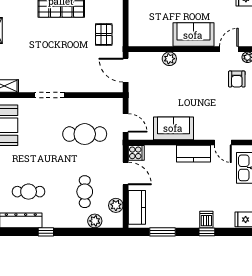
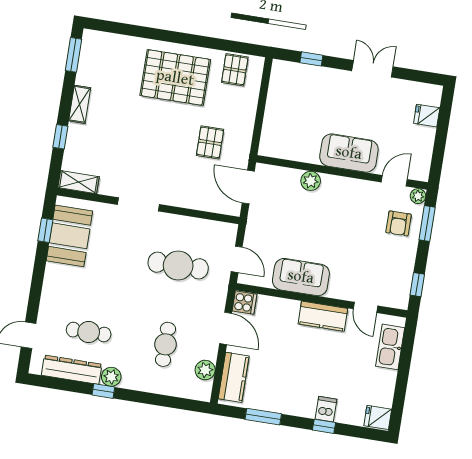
pallet: (104, 35) -> (210, 142), moved
plant: (95, 221) -> (111, 377), moved

